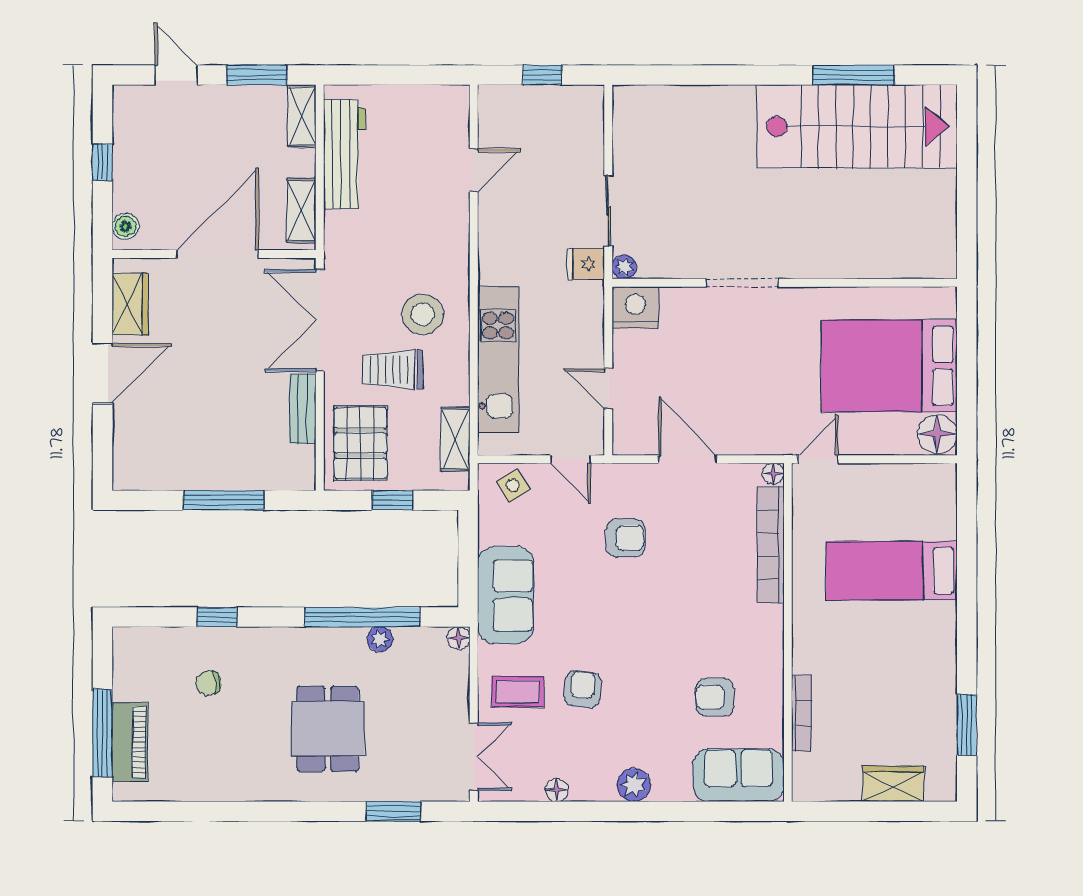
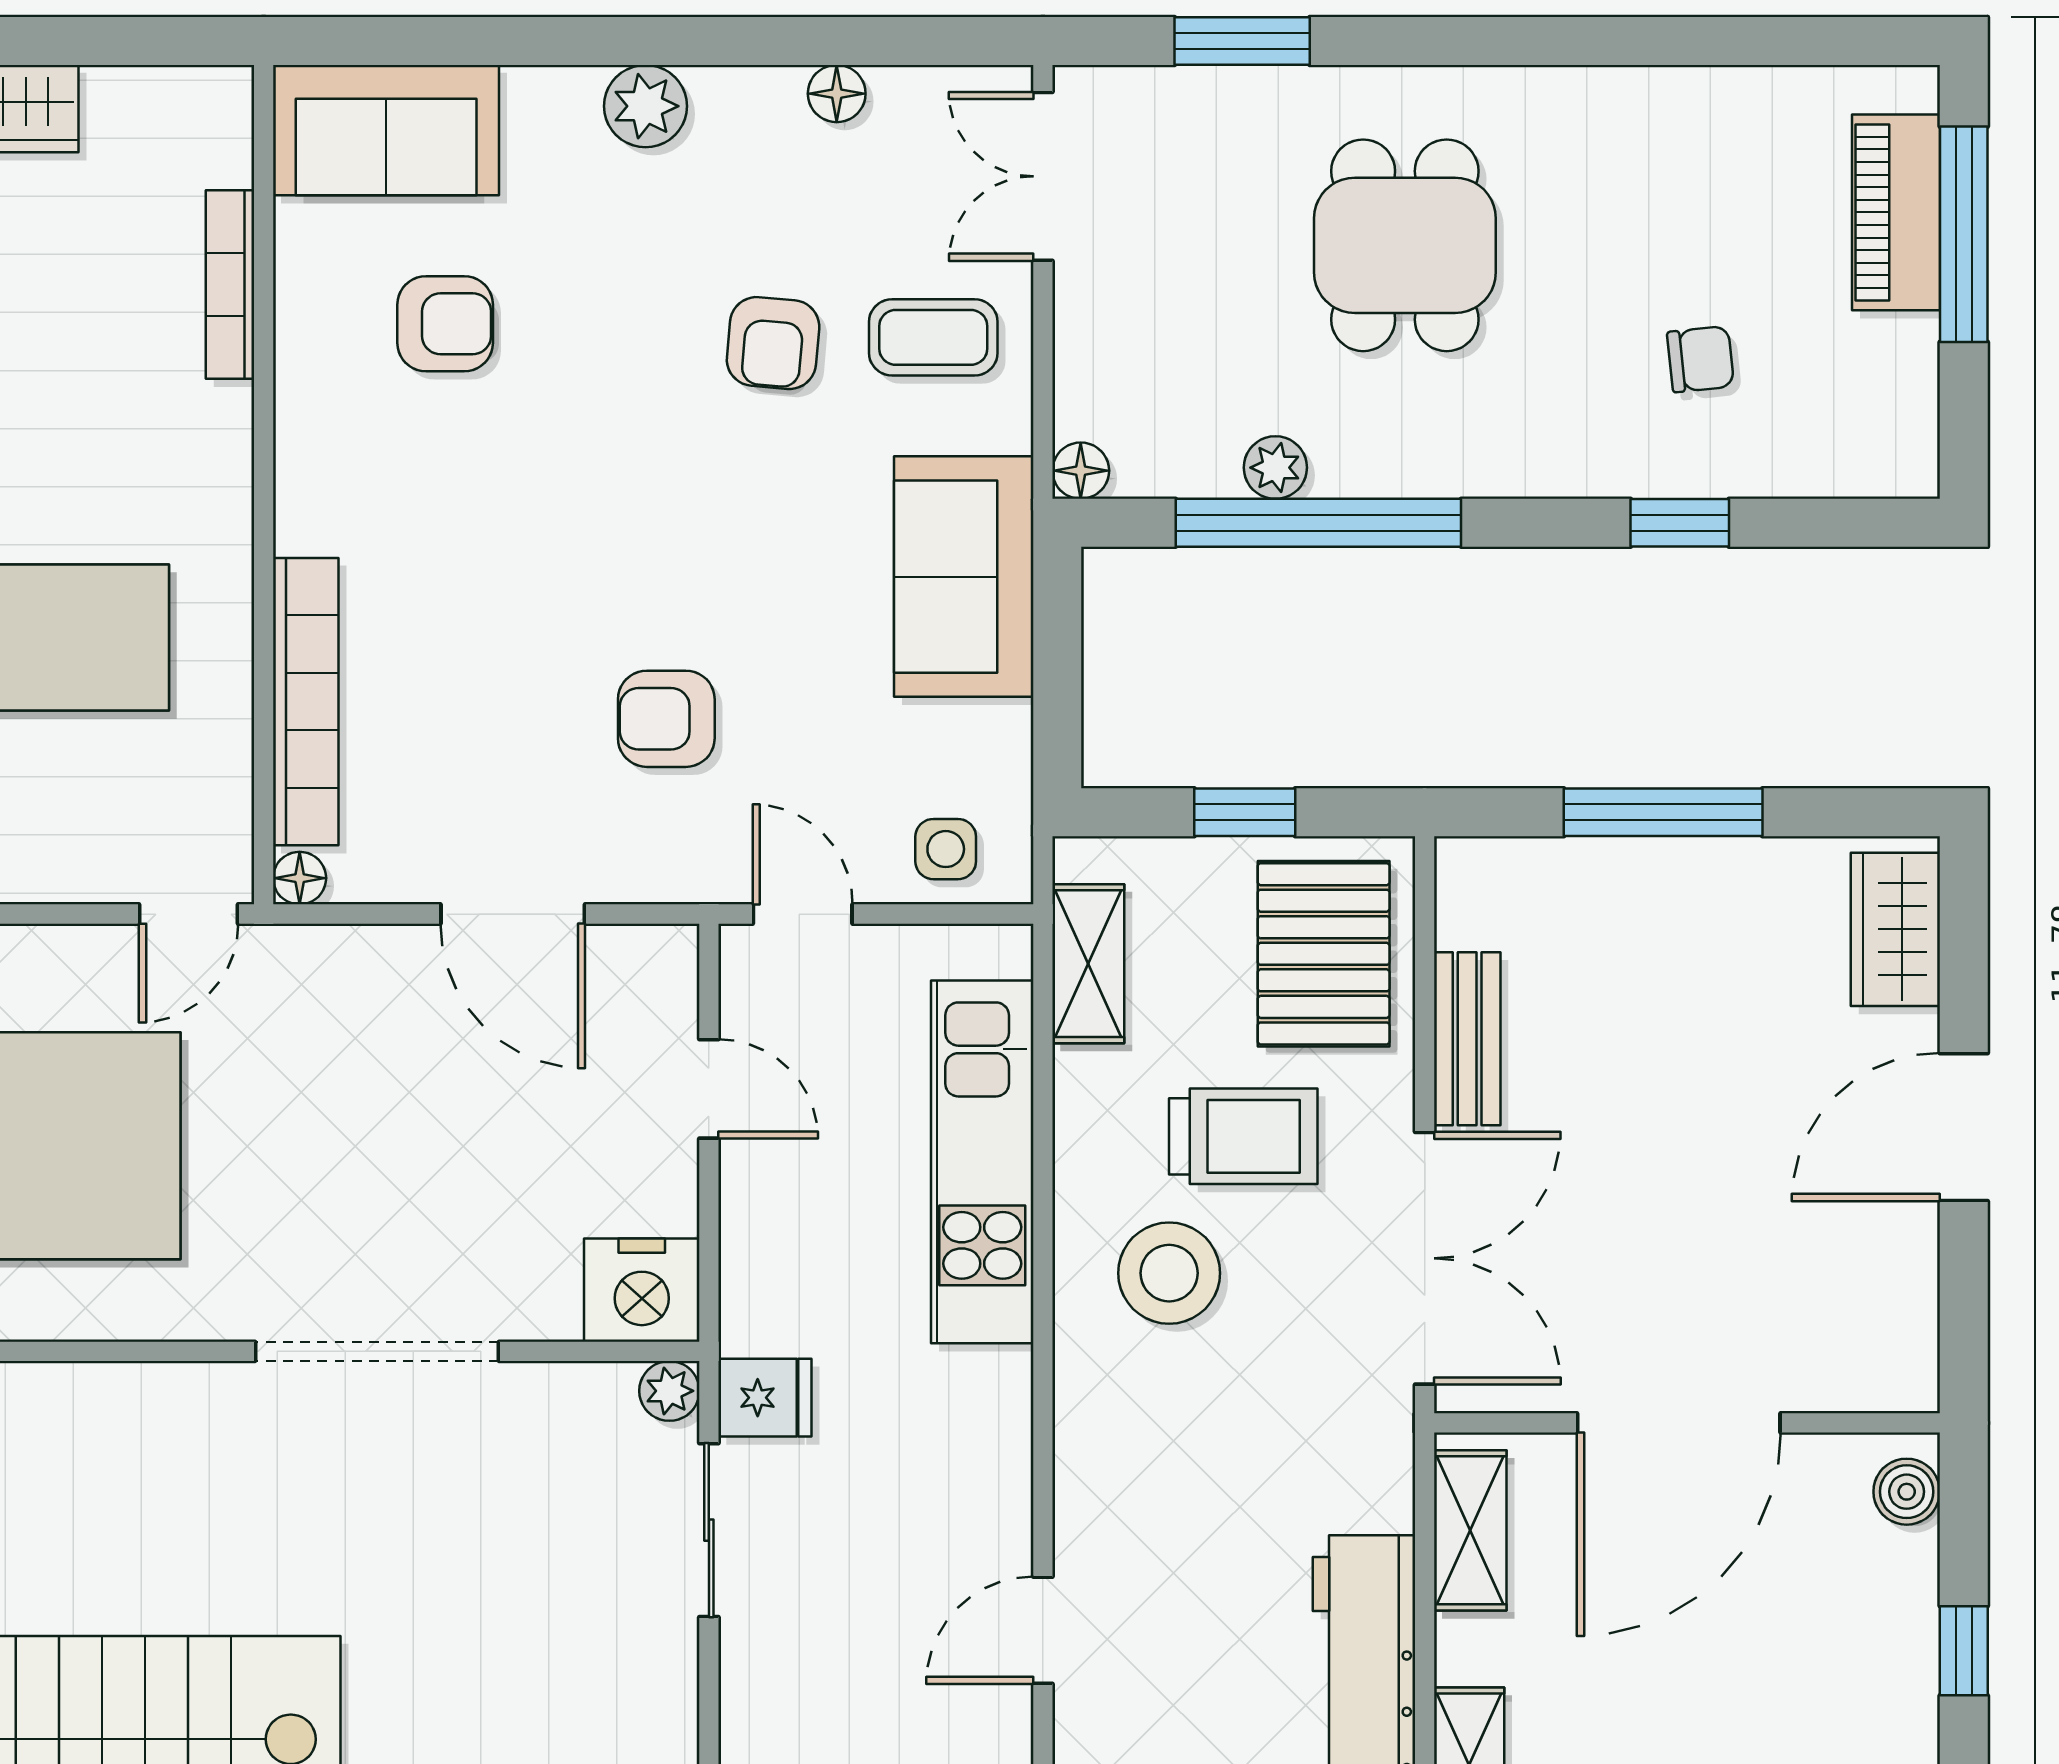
doorway: (742, 283) -> (377, 1351), width x1.36
wardrobe: (130, 304) -> (1895, 929), moved
side table: (513, 485) -> (946, 849), turned 32

